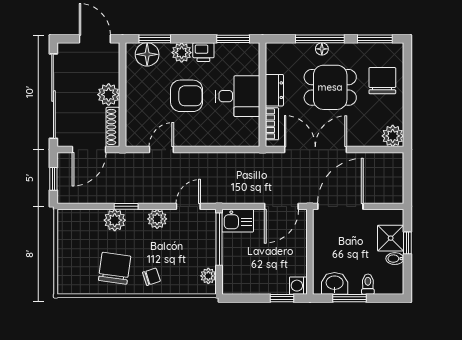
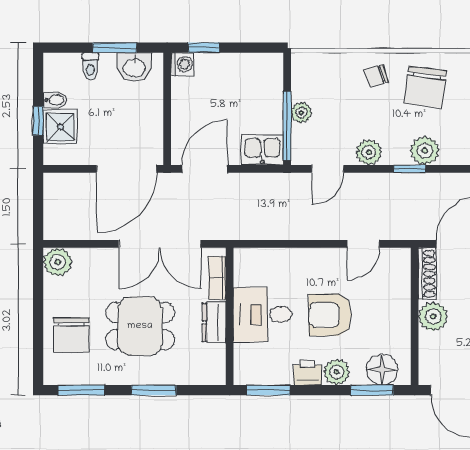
window: (320, 39) -> (154, 390), width x0.69
floor lamp: (322, 49) -> (151, 377), removed
plant: (208, 276) -> (301, 113), moved

